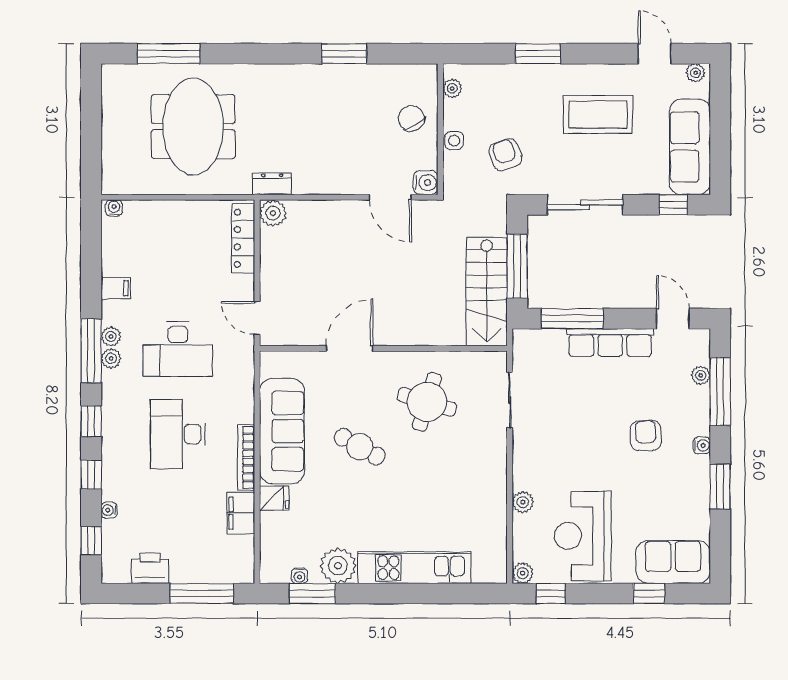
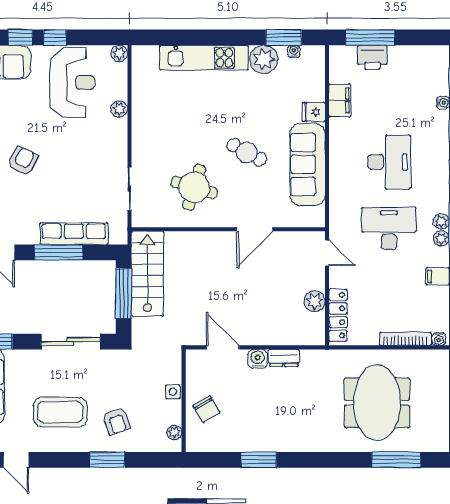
armchair: (505, 155) -> (117, 421), moved
water cooler: (426, 183) -> (258, 359), moved, turned 90
dresser: (272, 184) -> (284, 358), moved
plant: (273, 213) -> (315, 301), moved
window: (572, 319) -> (59, 252), moved
row of seats: (610, 343) -> (74, 234), moved
armchair: (646, 436) -> (23, 161), turned -151
bookcase: (246, 457) -> (405, 339), moved, turned -90
printer: (150, 568) -> (372, 57), moved
window: (551, 593) -> (55, 37), moved

